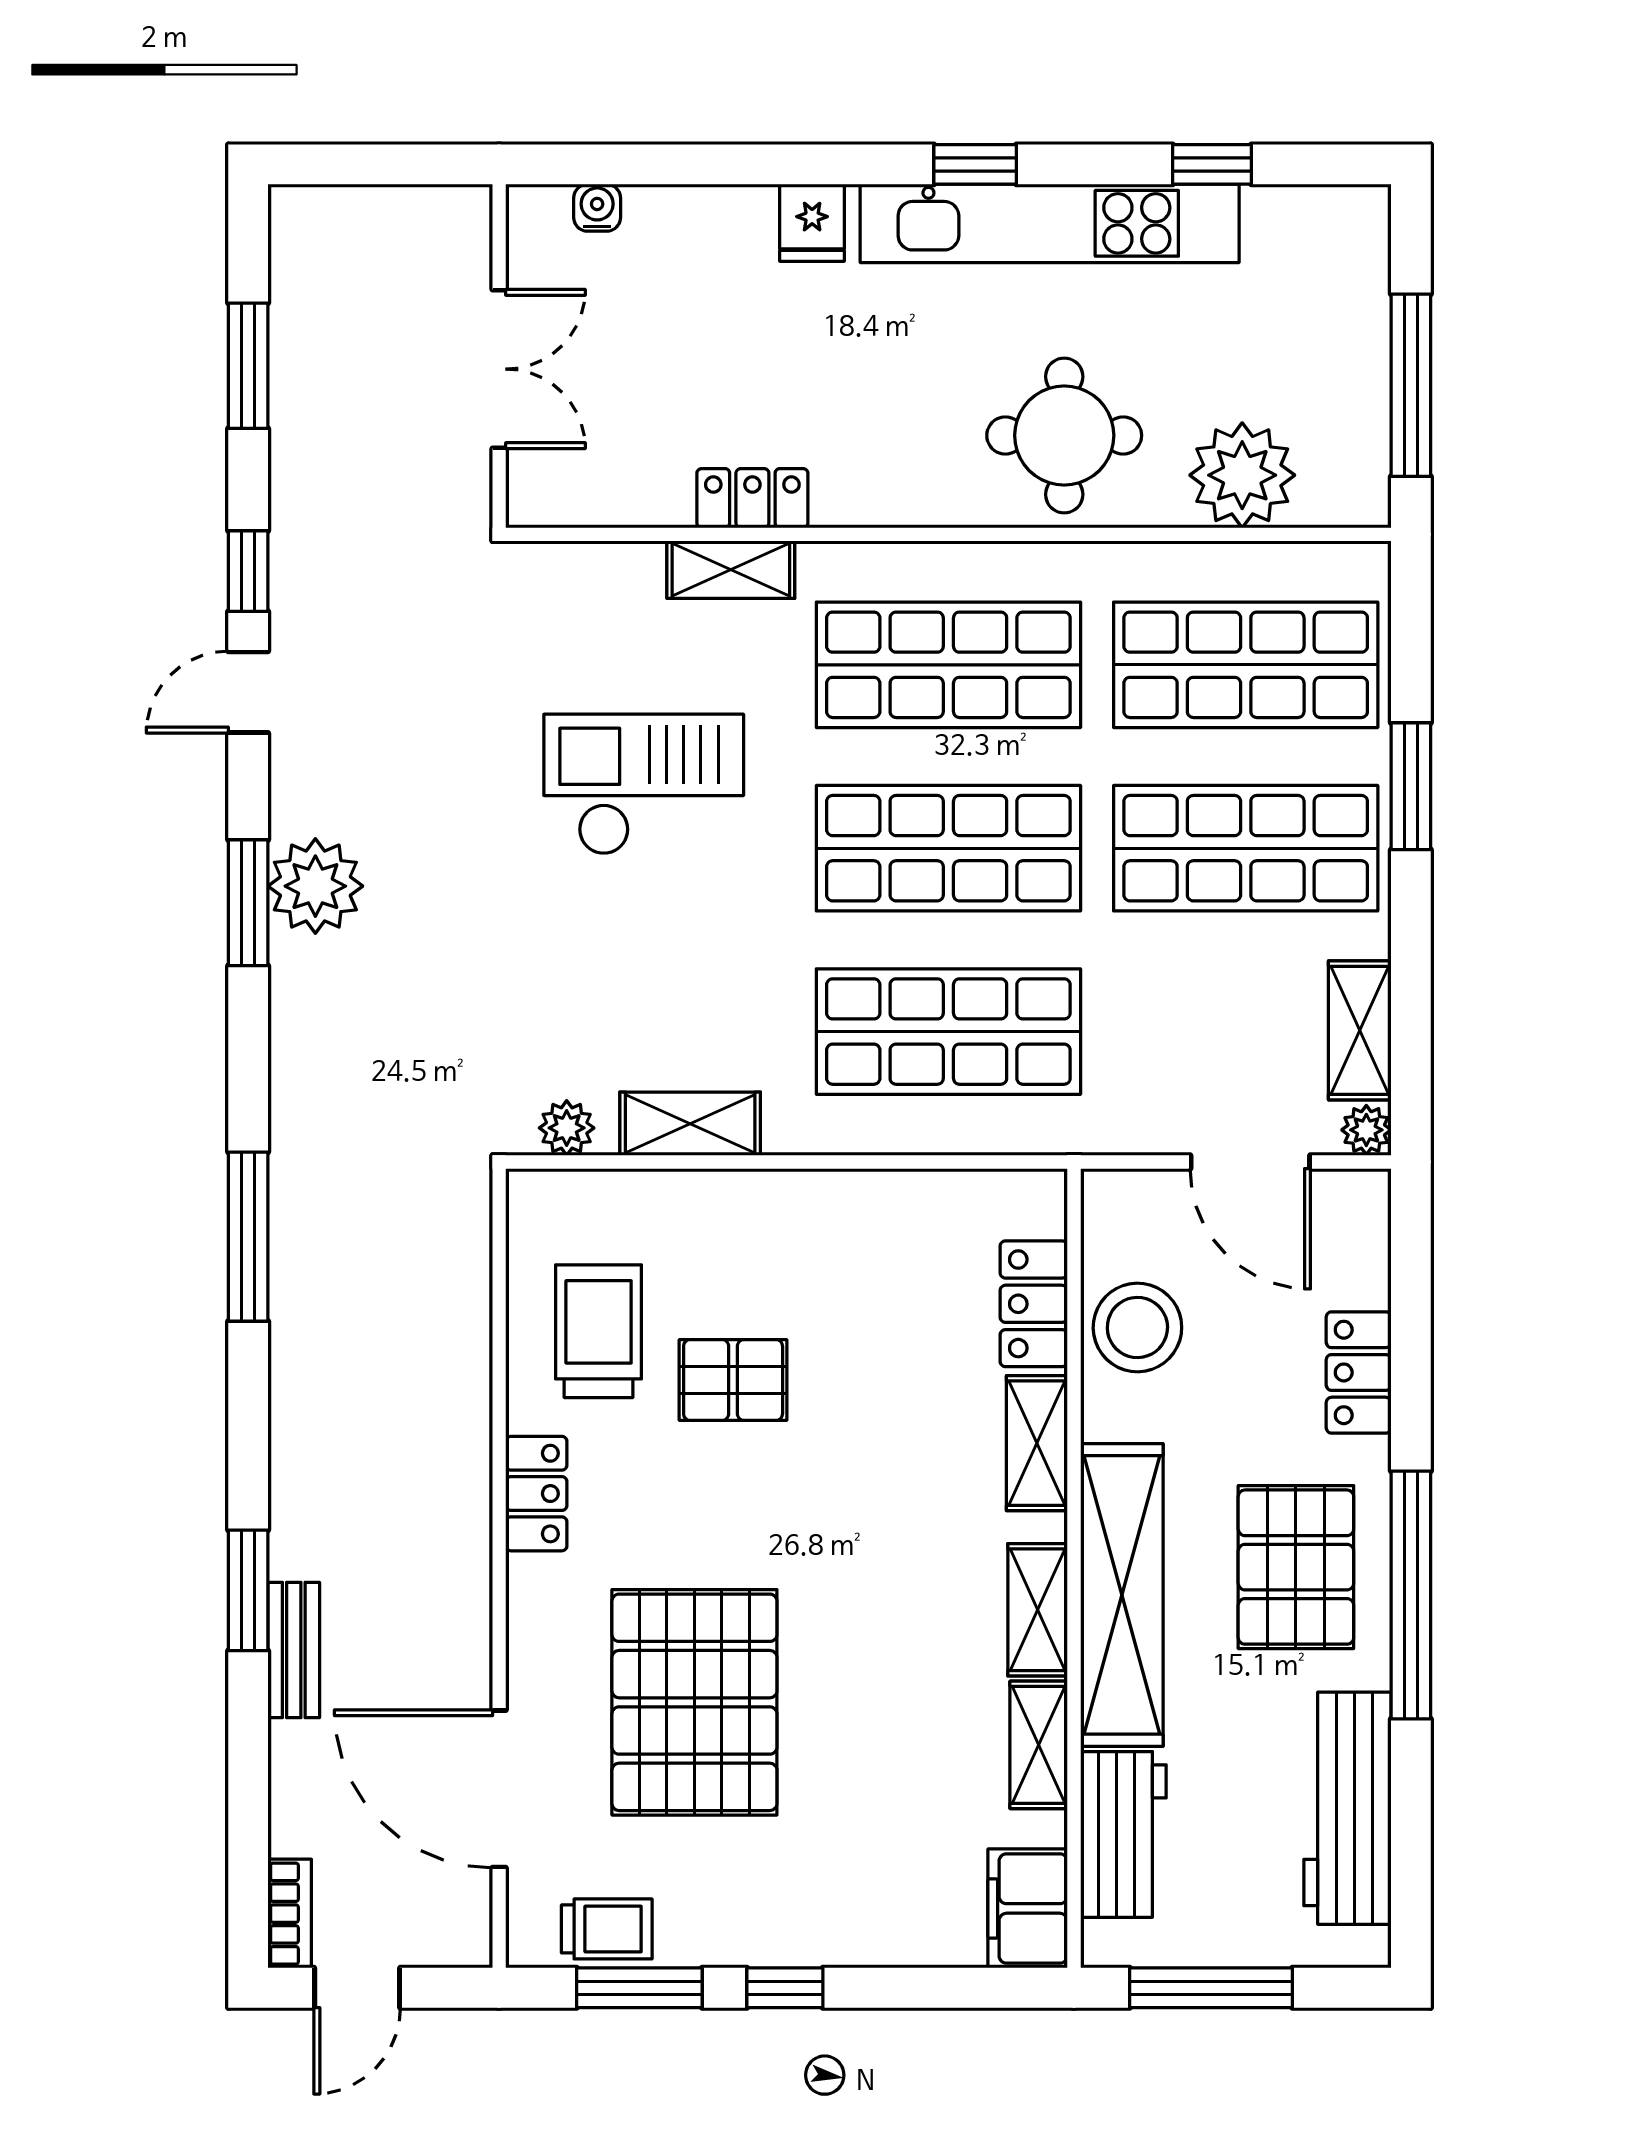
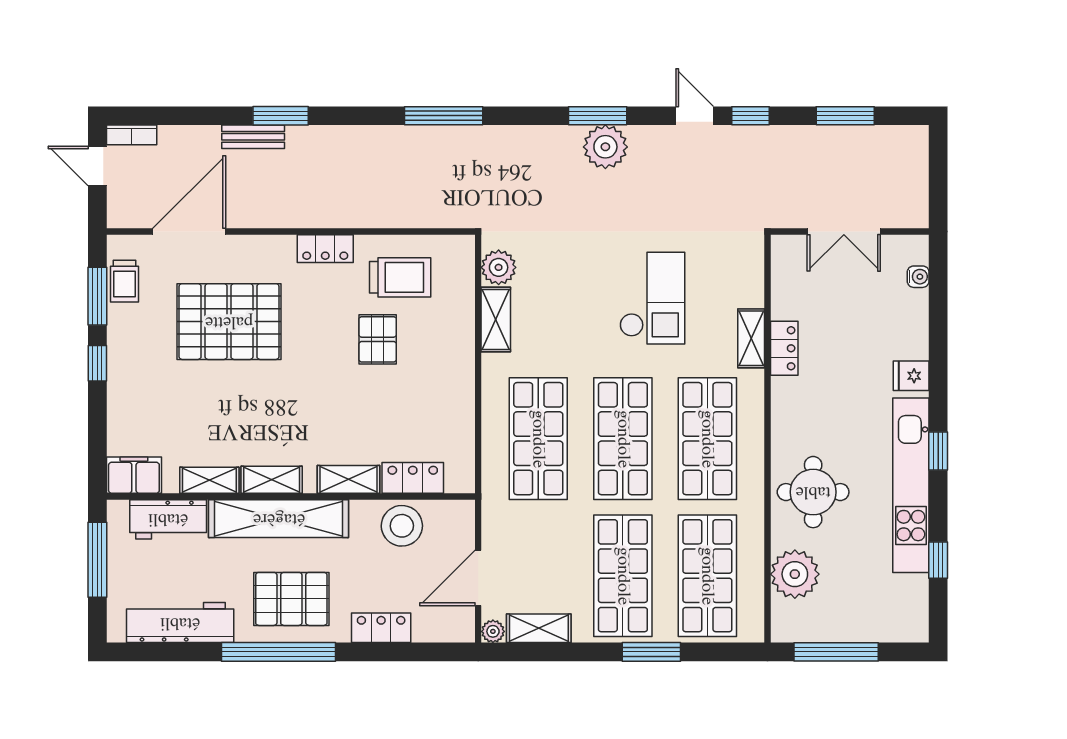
plant: (567, 1128) -> (499, 267), width x1.38, depth x1.38

